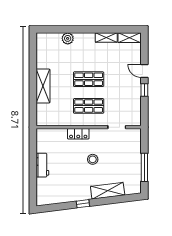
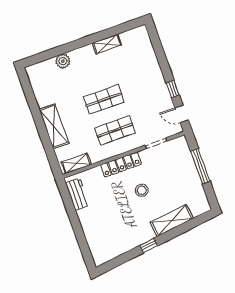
shelving: (129, 38) -> (76, 163), moved
door: (144, 71) -> (182, 114), moved
locker: (78, 134) -> (121, 164), width x1.53
workbench: (42, 165) -> (77, 194), moved
window: (144, 167) -> (200, 166), moved

